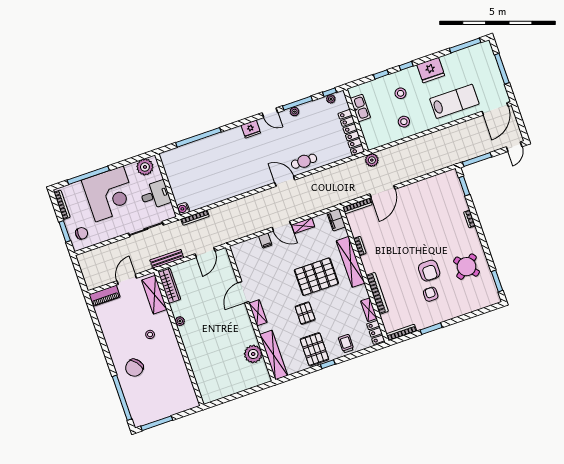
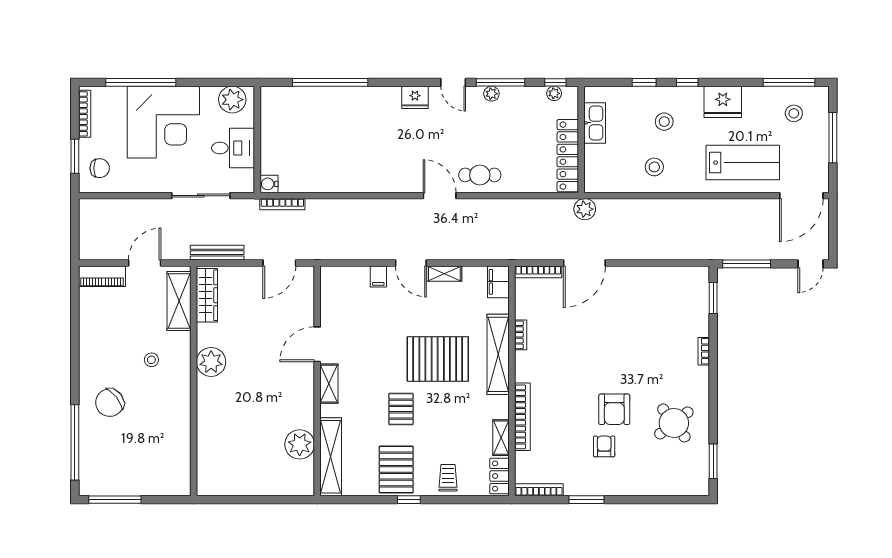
stool: (474, 63) -> (794, 113), added
plant: (180, 321) -> (211, 362), width x1.88, depth x1.88

